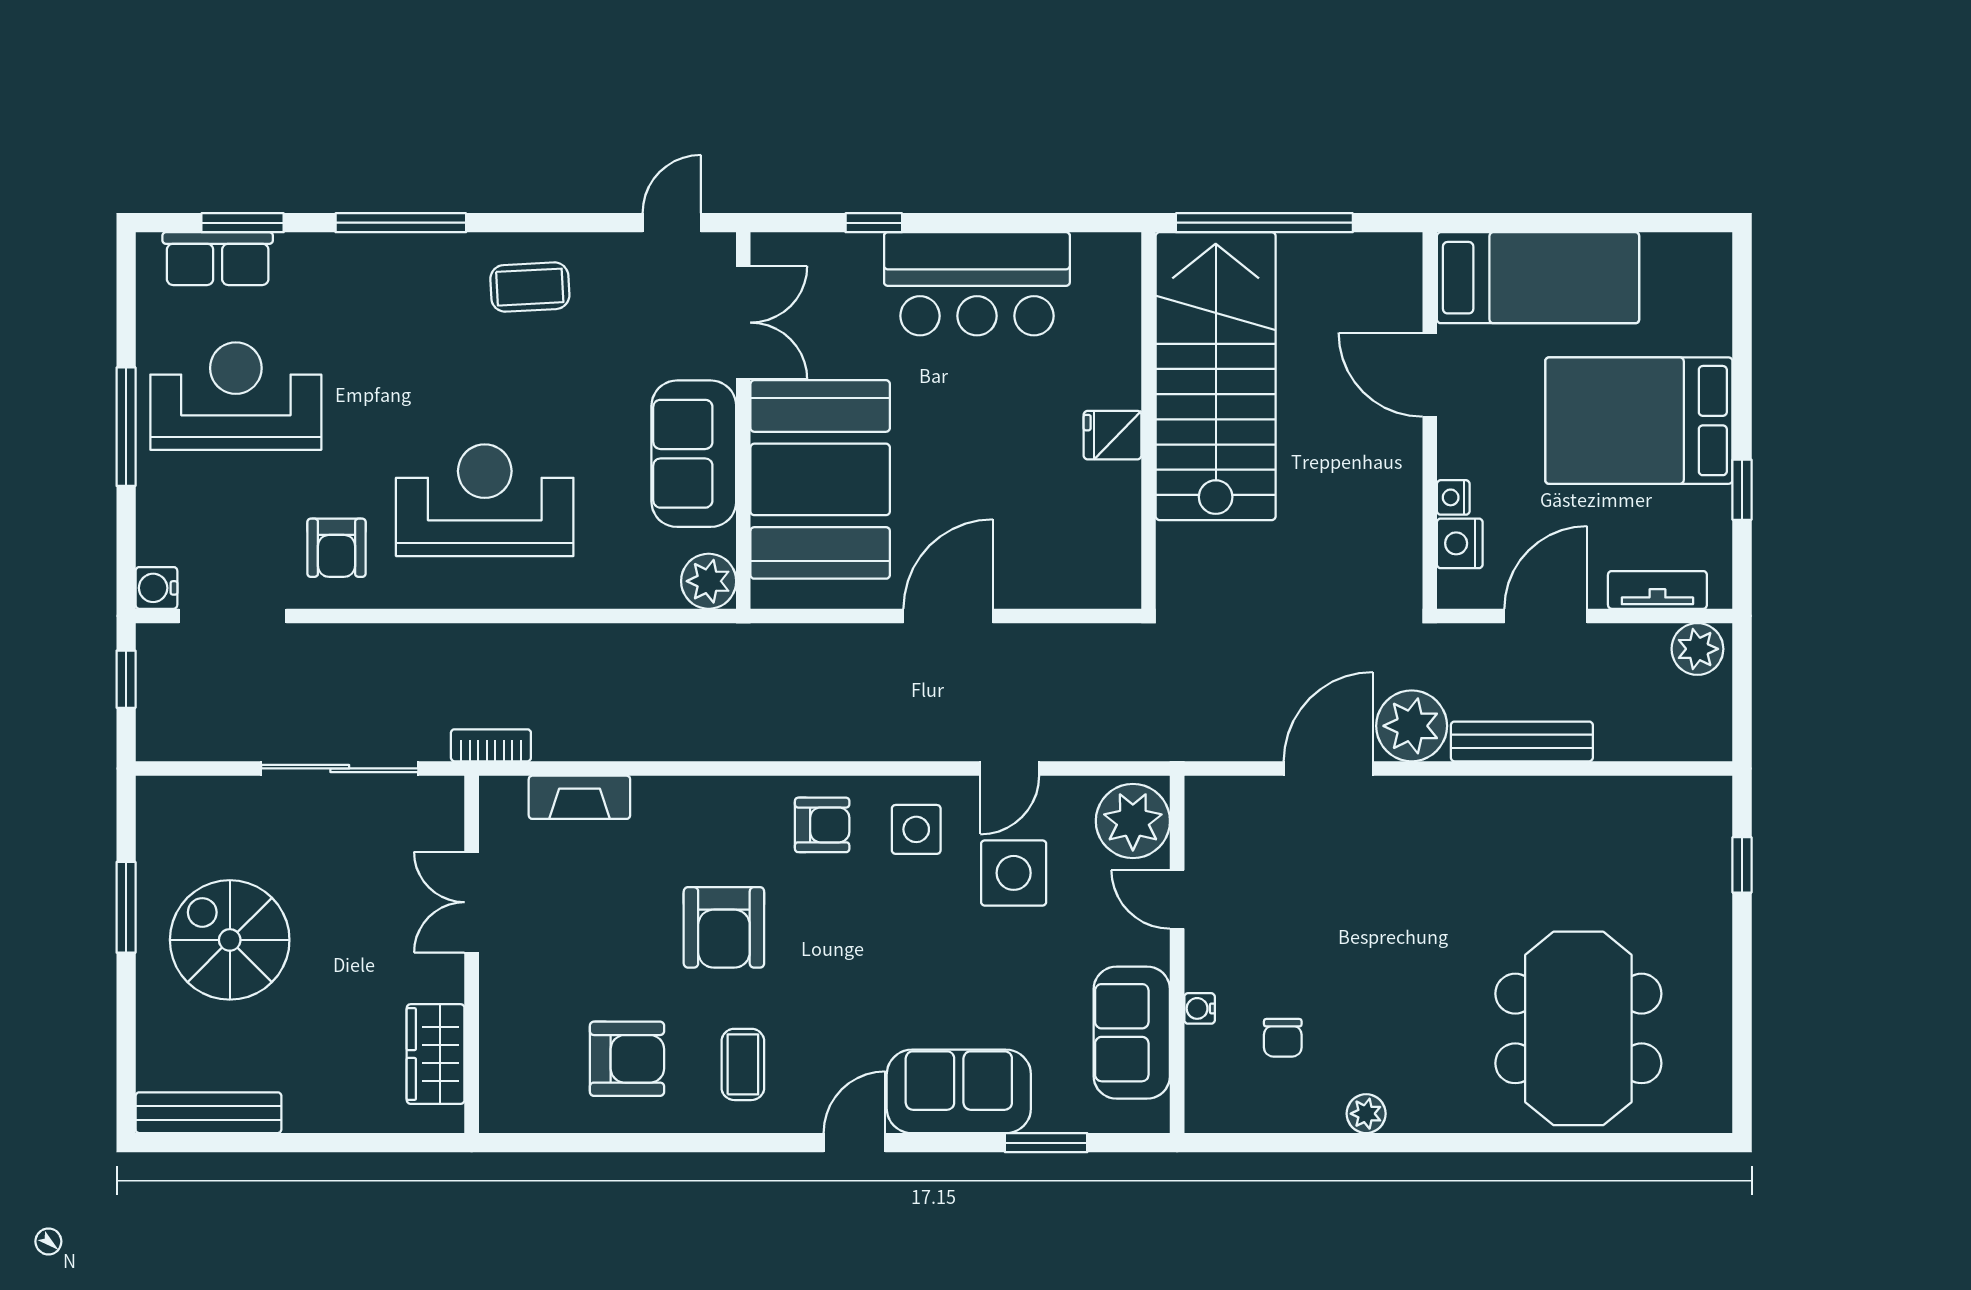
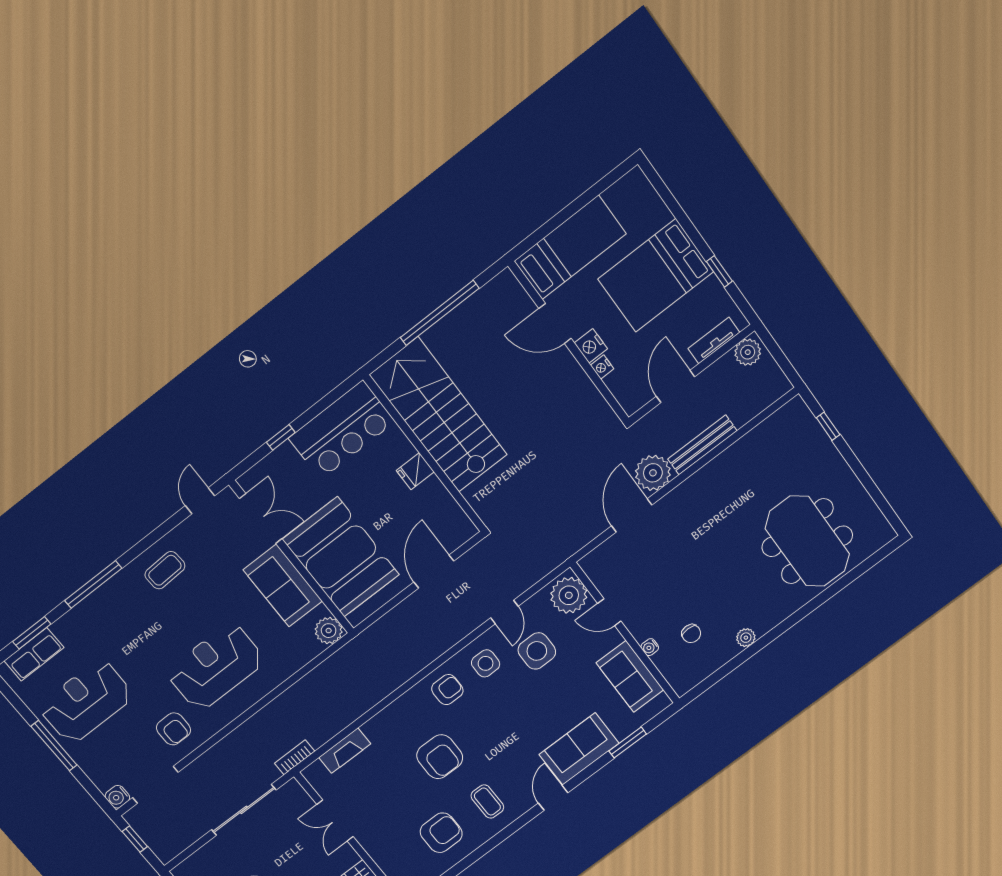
stairs: (1216, 376) -> (439, 415), moved
wall: (1149, 420) -> (425, 454), moved
fridge: (1113, 435) -> (415, 471), moved
nightstand: (1460, 543) -> (591, 346), moved

